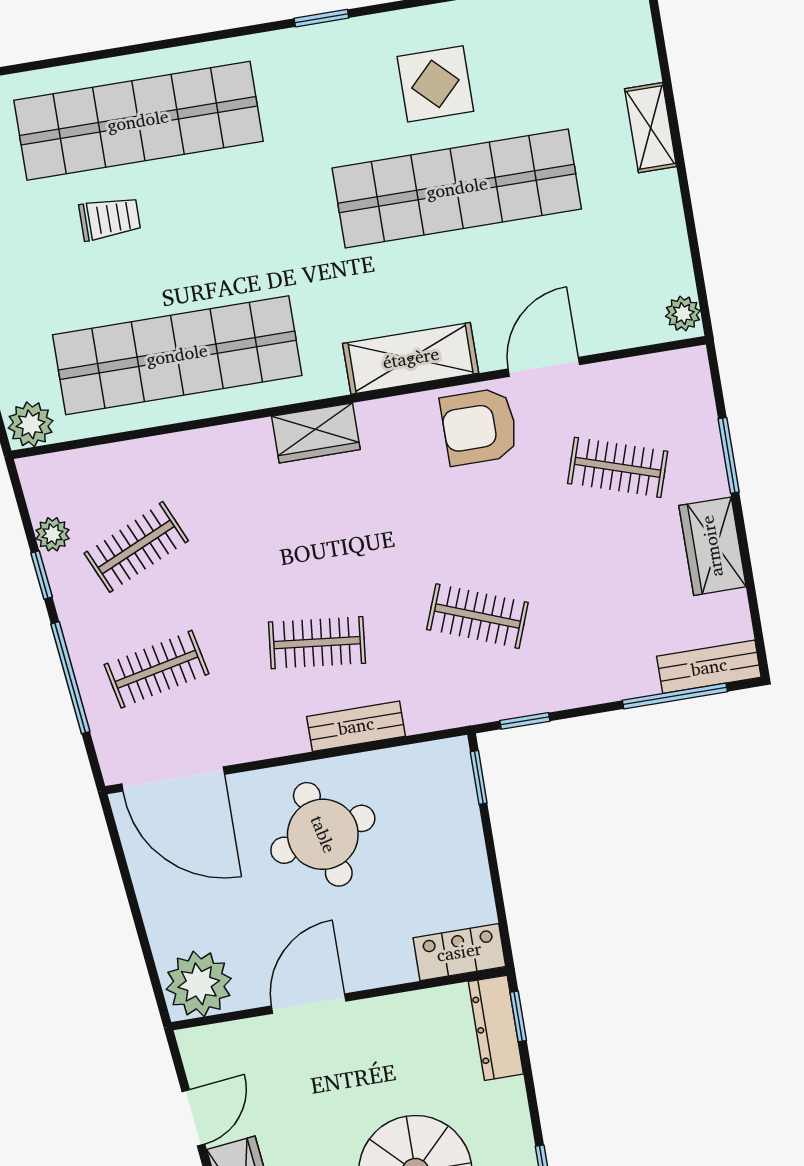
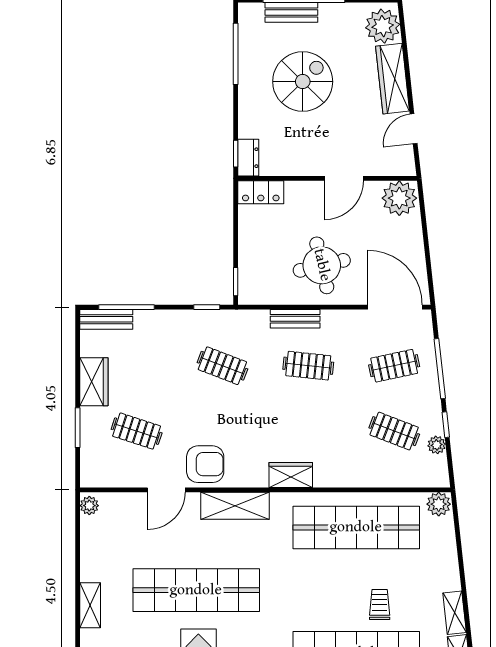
trolley: (110, 218) -> (380, 604), turned 90
clothes rail: (136, 547) -> (394, 431), turned 45
dresser: (496, 1028) -> (248, 158), width x0.70

